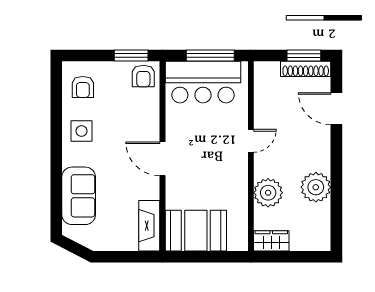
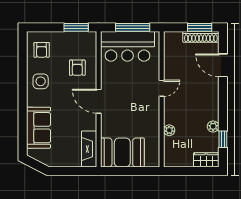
armchair: (143, 76) -> (77, 68), moved
plant: (316, 187) -> (213, 126), width x0.53, depth x0.53
plant: (268, 193) -> (169, 130), width x0.53, depth x0.53
window: (336, 212) -> (223, 139), added
wardrobe: (271, 241) -> (206, 160), moved

